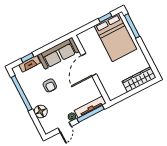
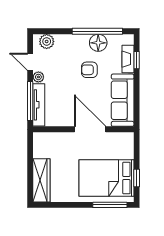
floor lamp: (41, 112) -> (98, 43), moved
plant: (46, 123) -> (47, 41), added

